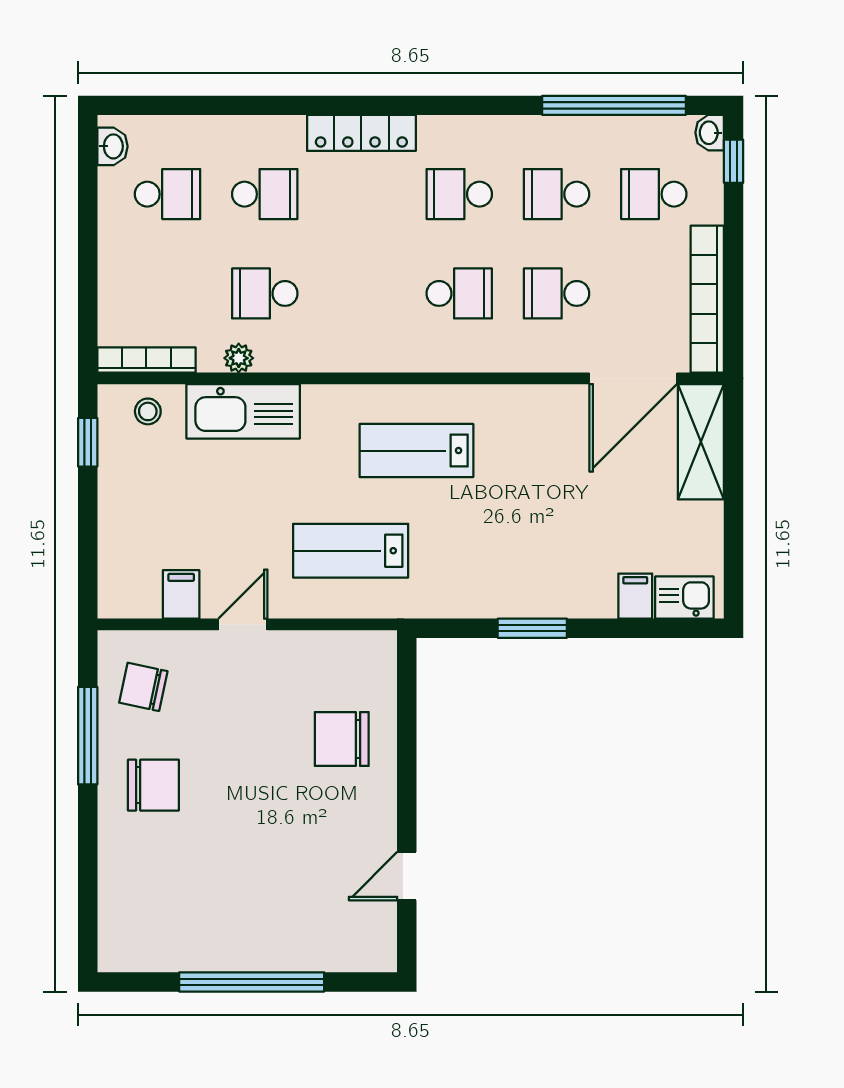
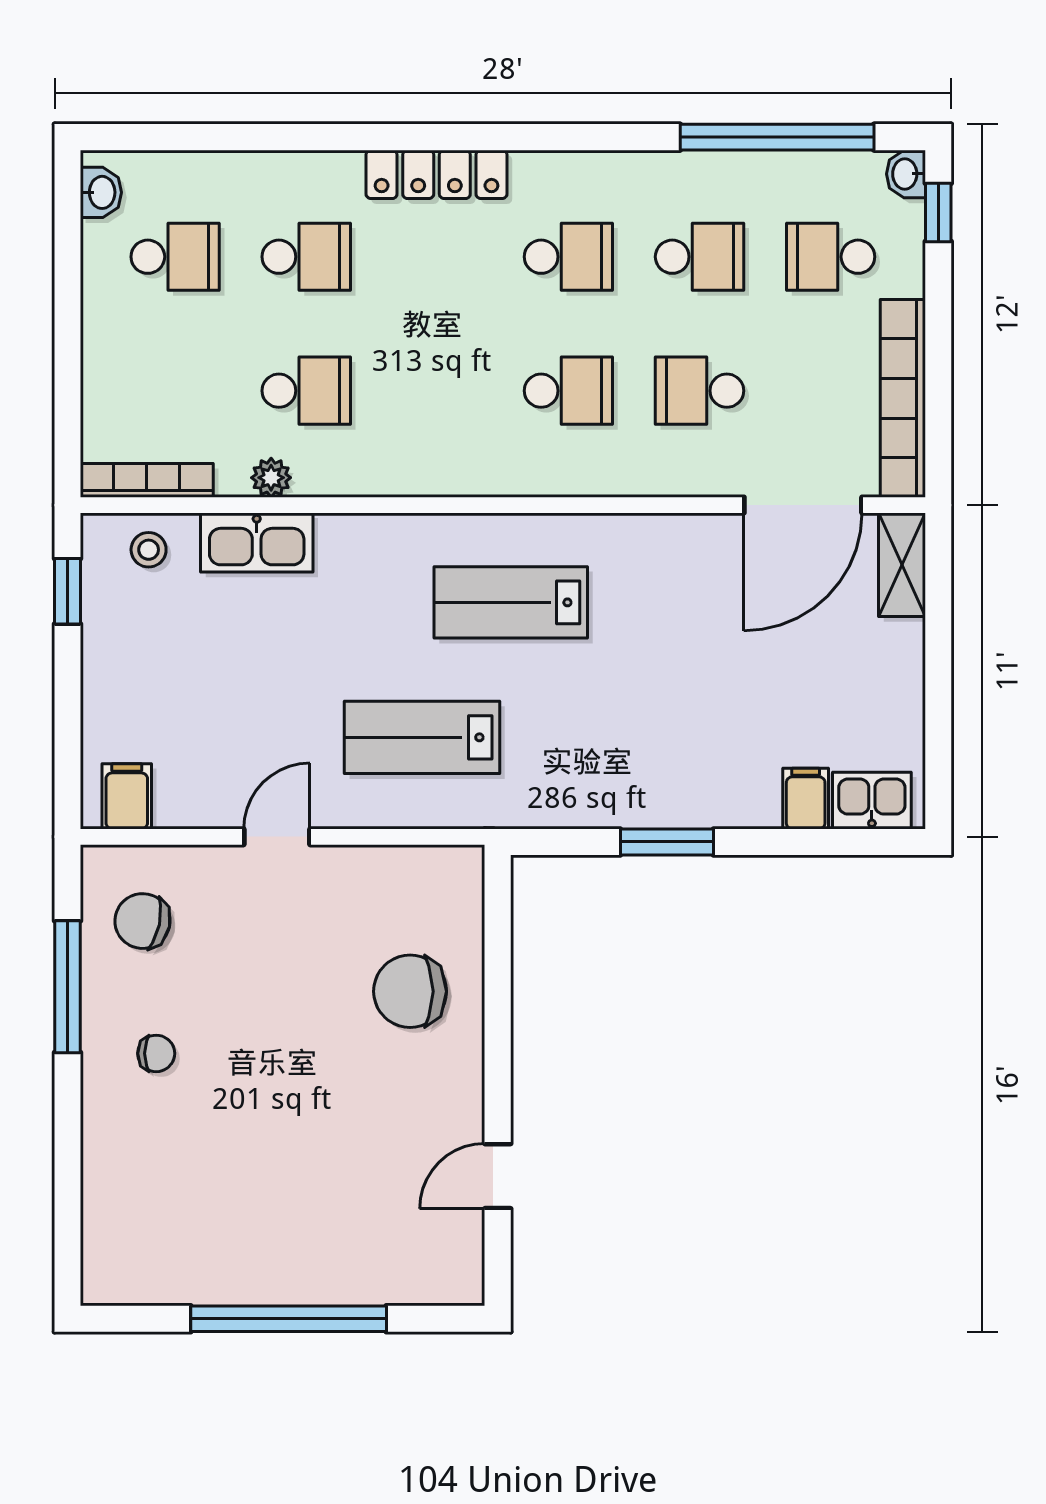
school desk: (459, 194) -> (568, 257), turned 180
school desk: (557, 194) -> (700, 257), turned 180
school desk: (265, 293) -> (306, 391), turned 180
kitchen sink: (243, 411) -> (257, 542), width x0.73, depth x0.81
shelving: (701, 442) -> (902, 565), width x0.67, depth x0.75
filing cabinet: (181, 594) -> (127, 796), moved
chair: (153, 785) -> (156, 1053), width x0.54, depth x0.54

